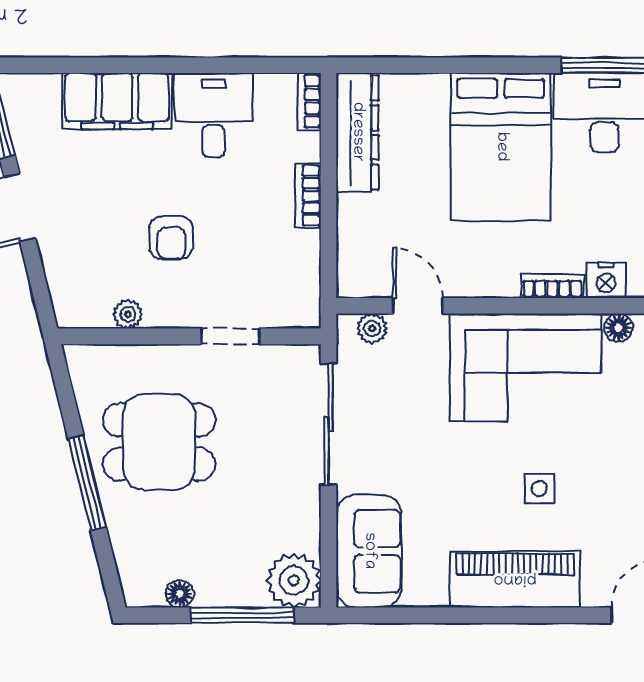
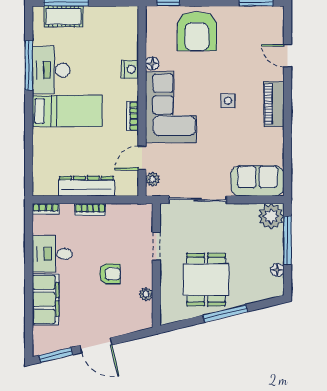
dresser: (357, 132) -> (86, 186), moved
bed: (501, 147) -> (67, 111), width x0.67
bookcase: (552, 286) -> (132, 116), moved
piano: (515, 579) -> (274, 104), width x0.73, depth x0.75

